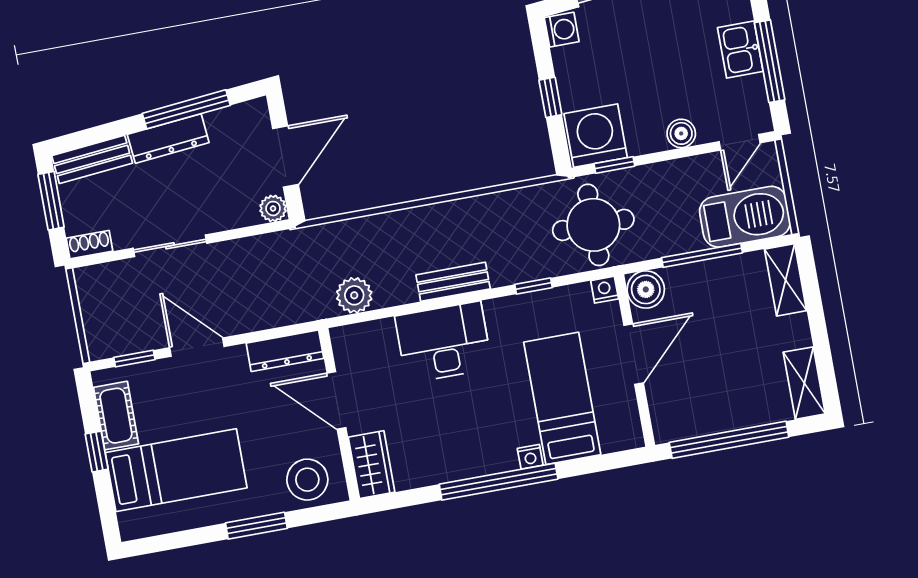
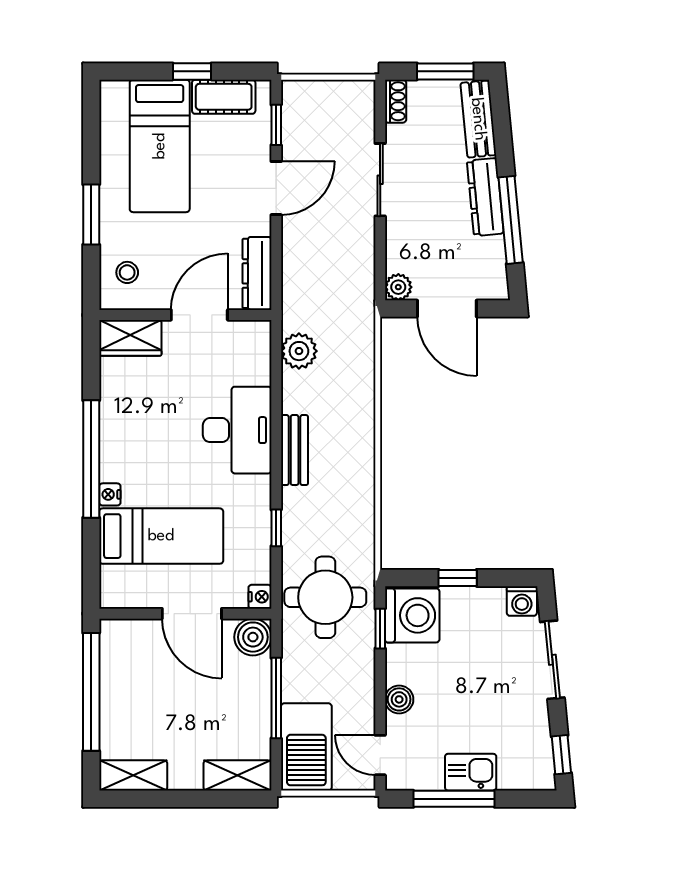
stool: (307, 480) -> (127, 272), width x0.53, depth x0.53

